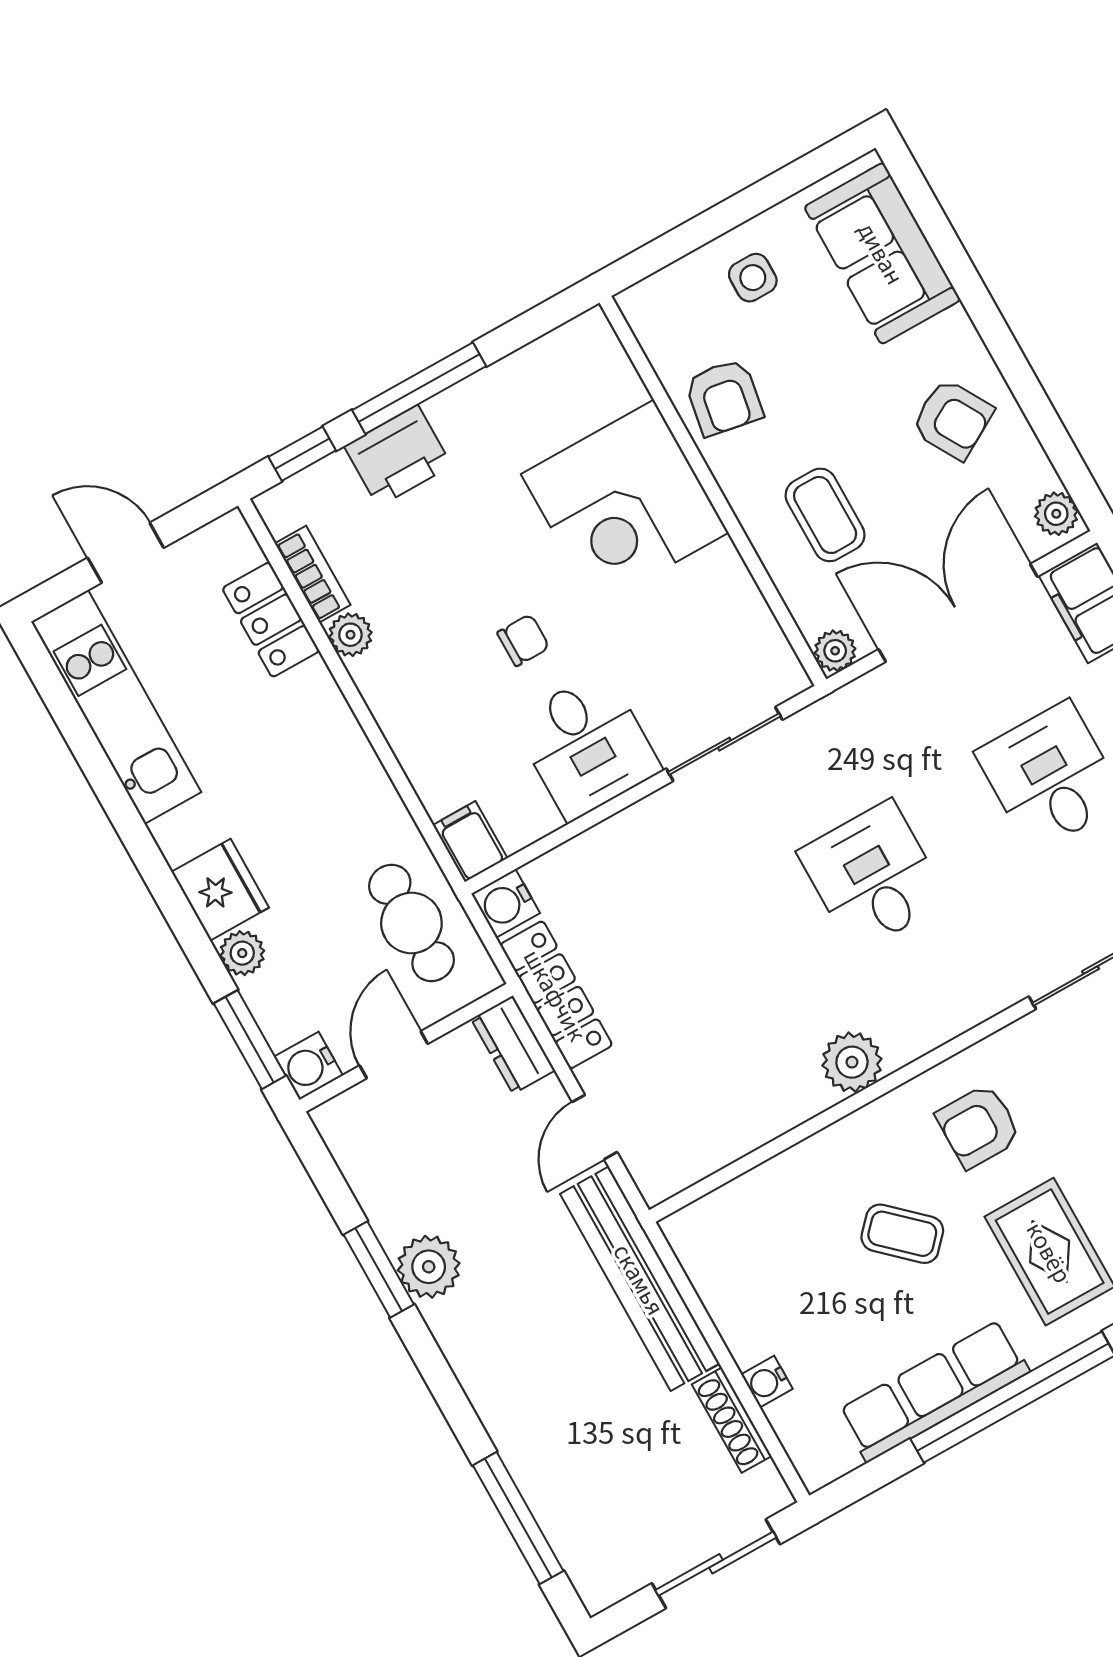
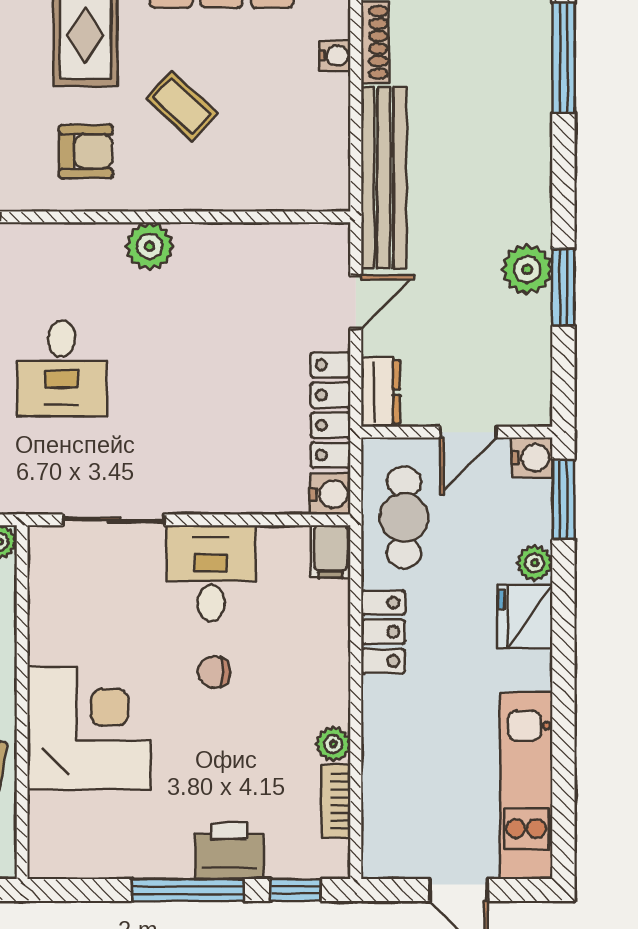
locker: (271, 620) -> (383, 632), moved

